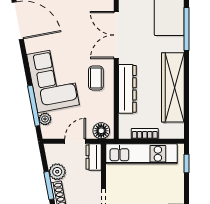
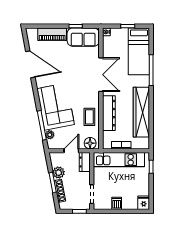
double door: (116, 35) -> (101, 75), swing flipped
coffee table: (96, 78) -> (89, 117), moved

